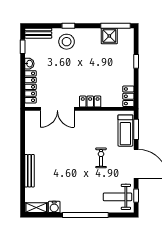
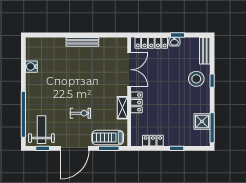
window: (23, 47) -> (178, 35), moved
locker: (128, 96) -> (153, 141), moved
double door: (57, 109) -> (129, 70), swing flipped
bench: (29, 171) -> (82, 42), moved
shelving: (36, 208) -> (122, 108), moved
window: (85, 215) -> (23, 114), moved

